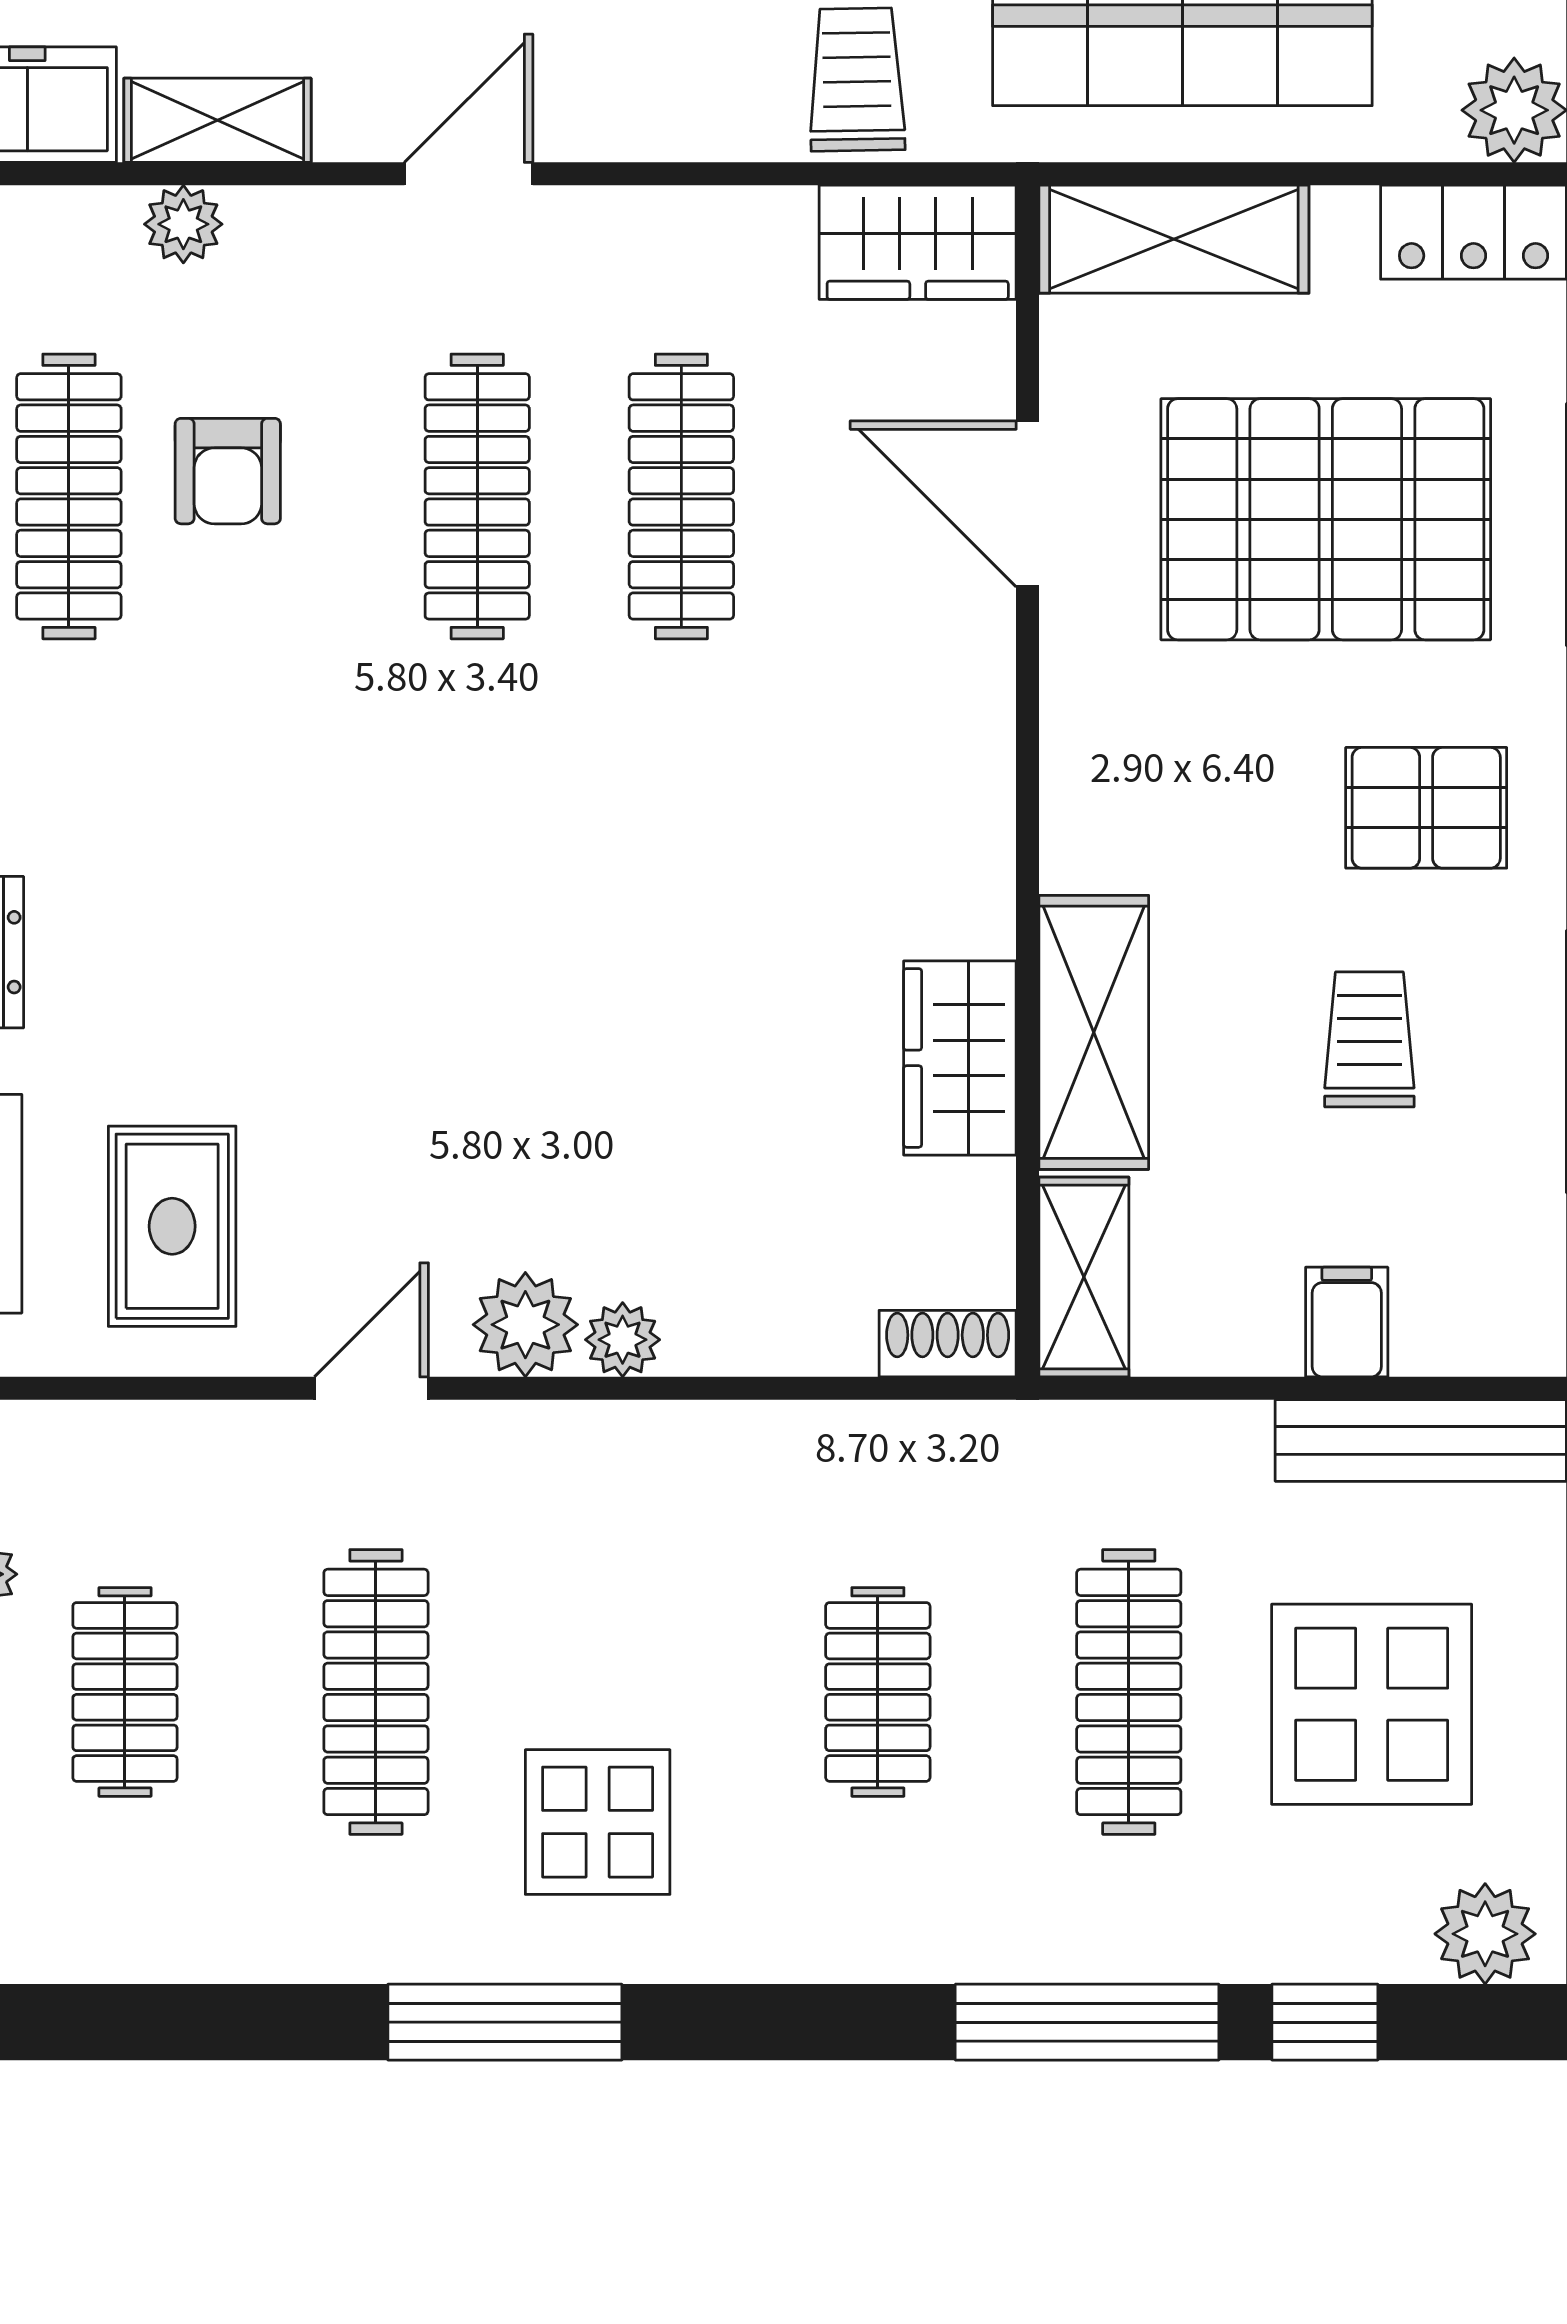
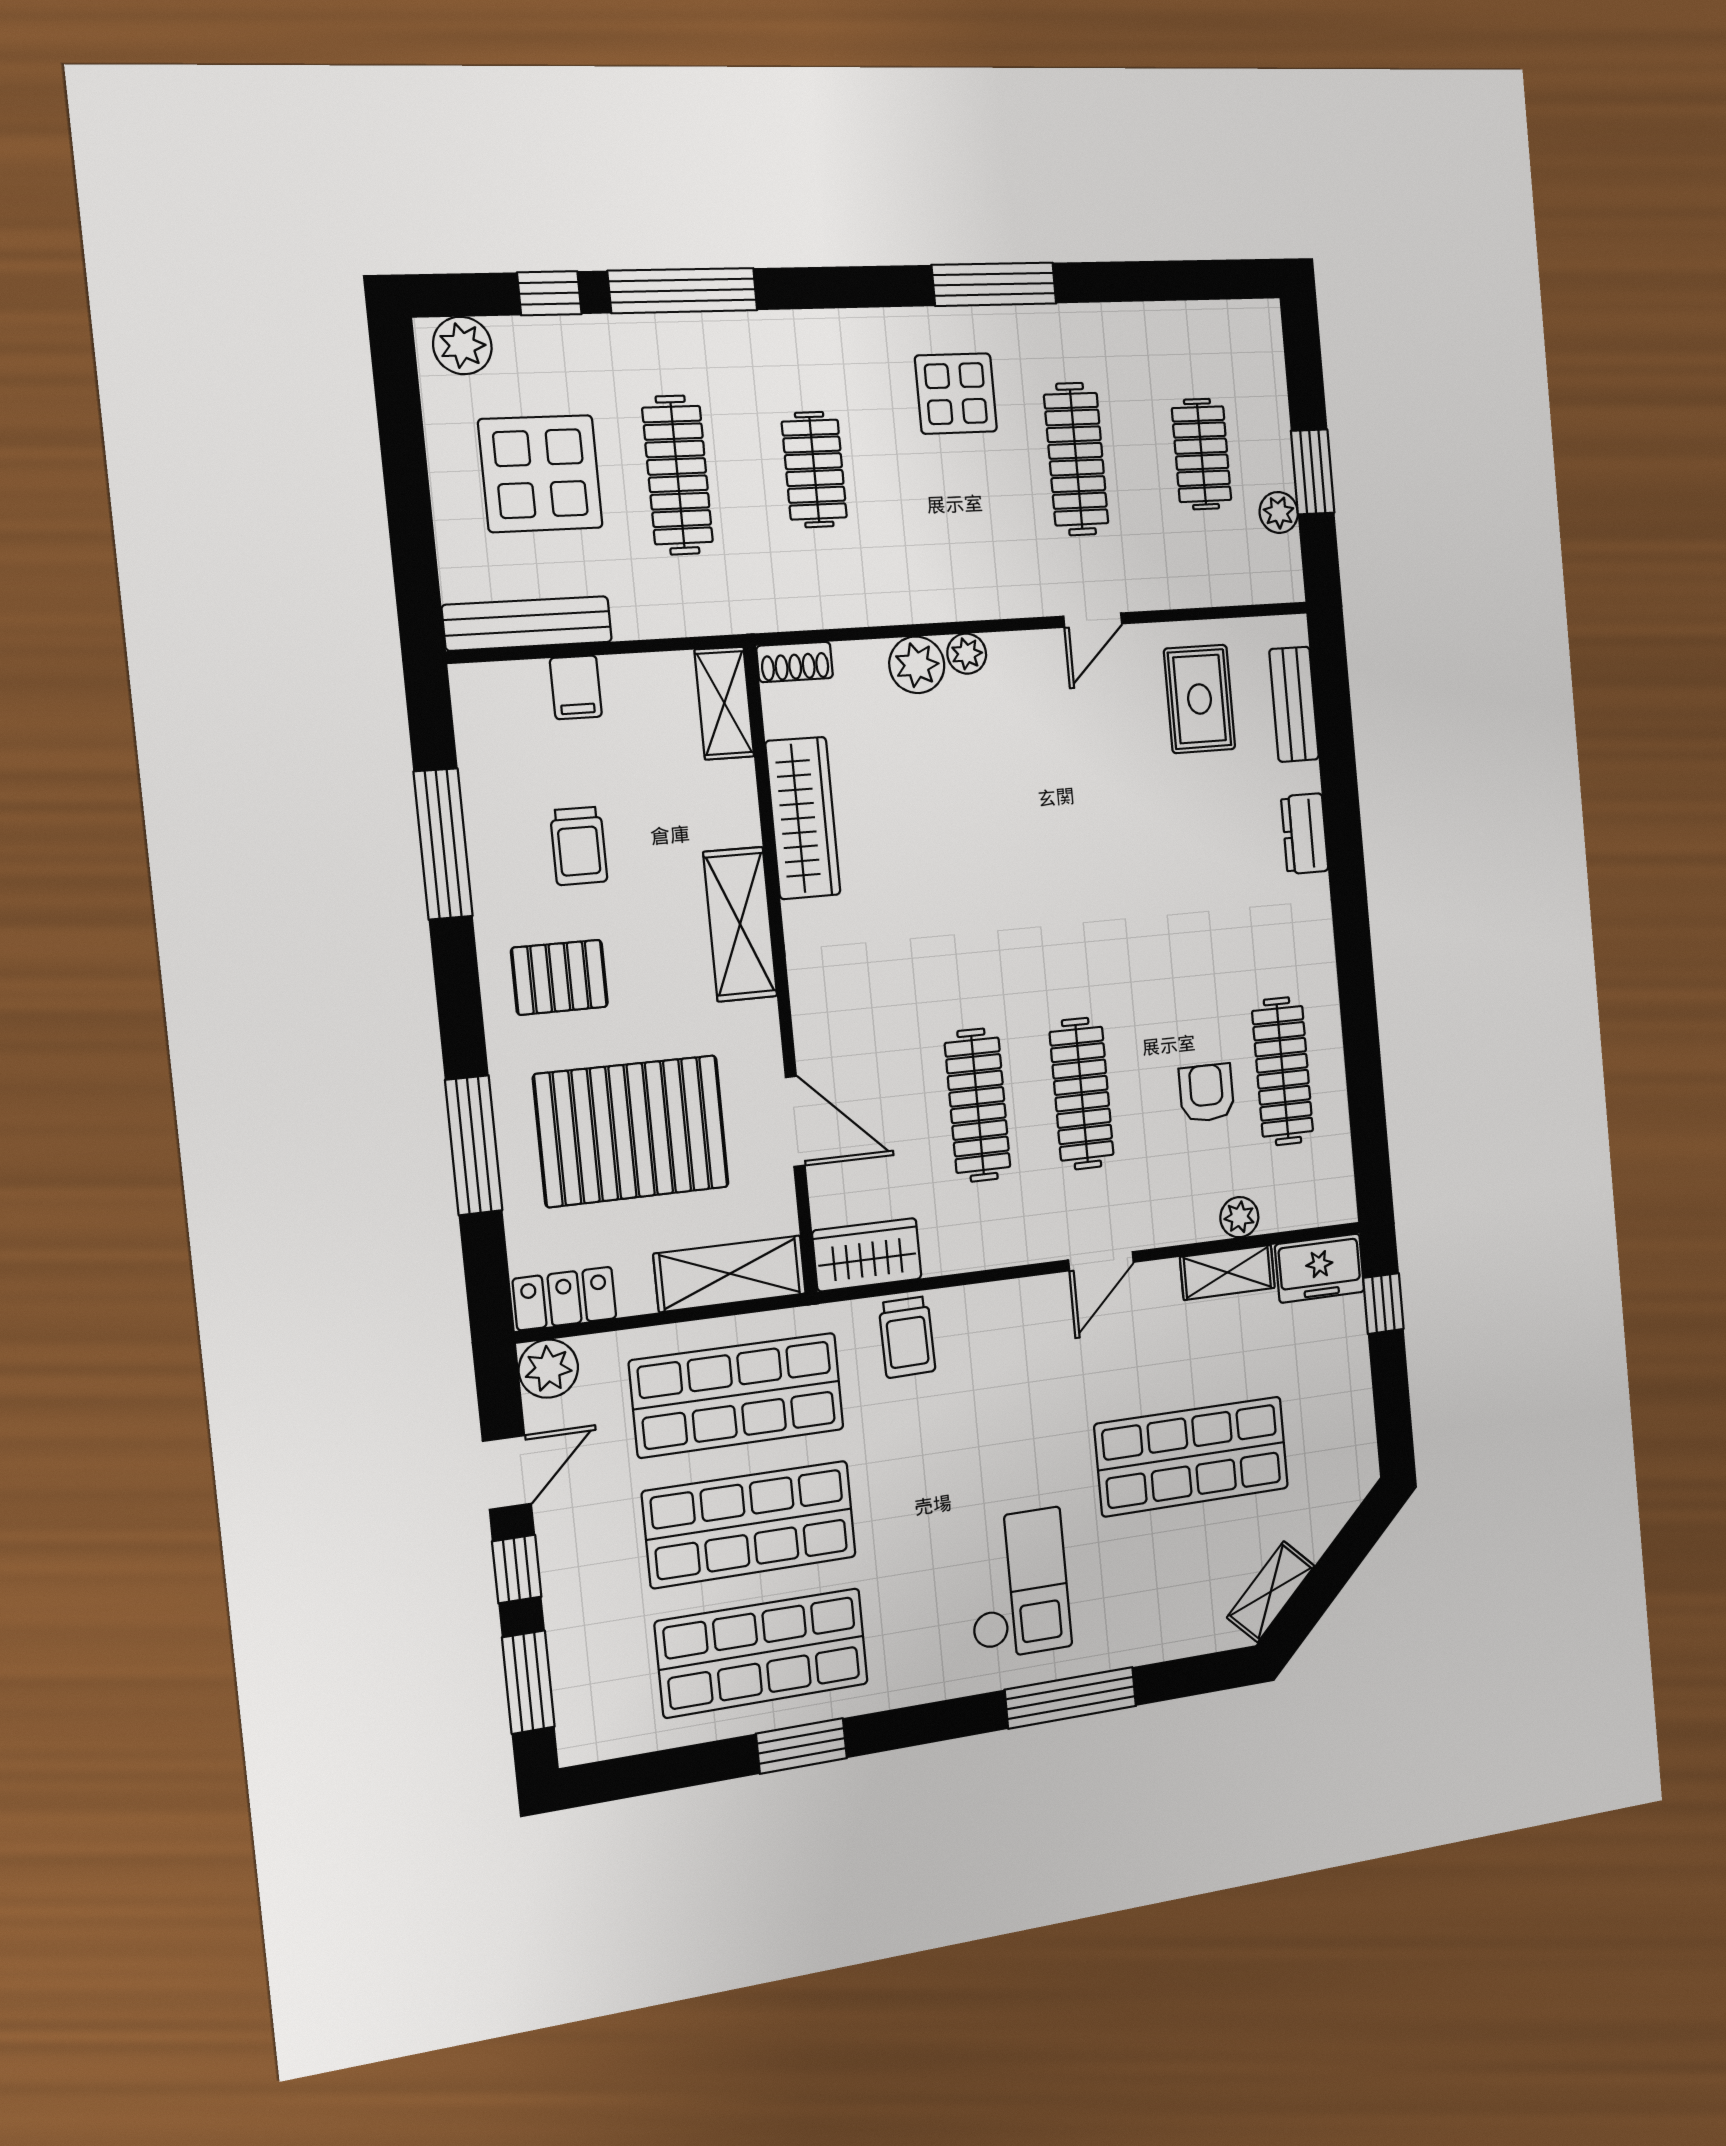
shelving: (1094, 1032) -> (740, 924), moved
wardrobe: (960, 1058) -> (803, 818), width x1.50
plant: (525, 1325) -> (917, 665), moved

